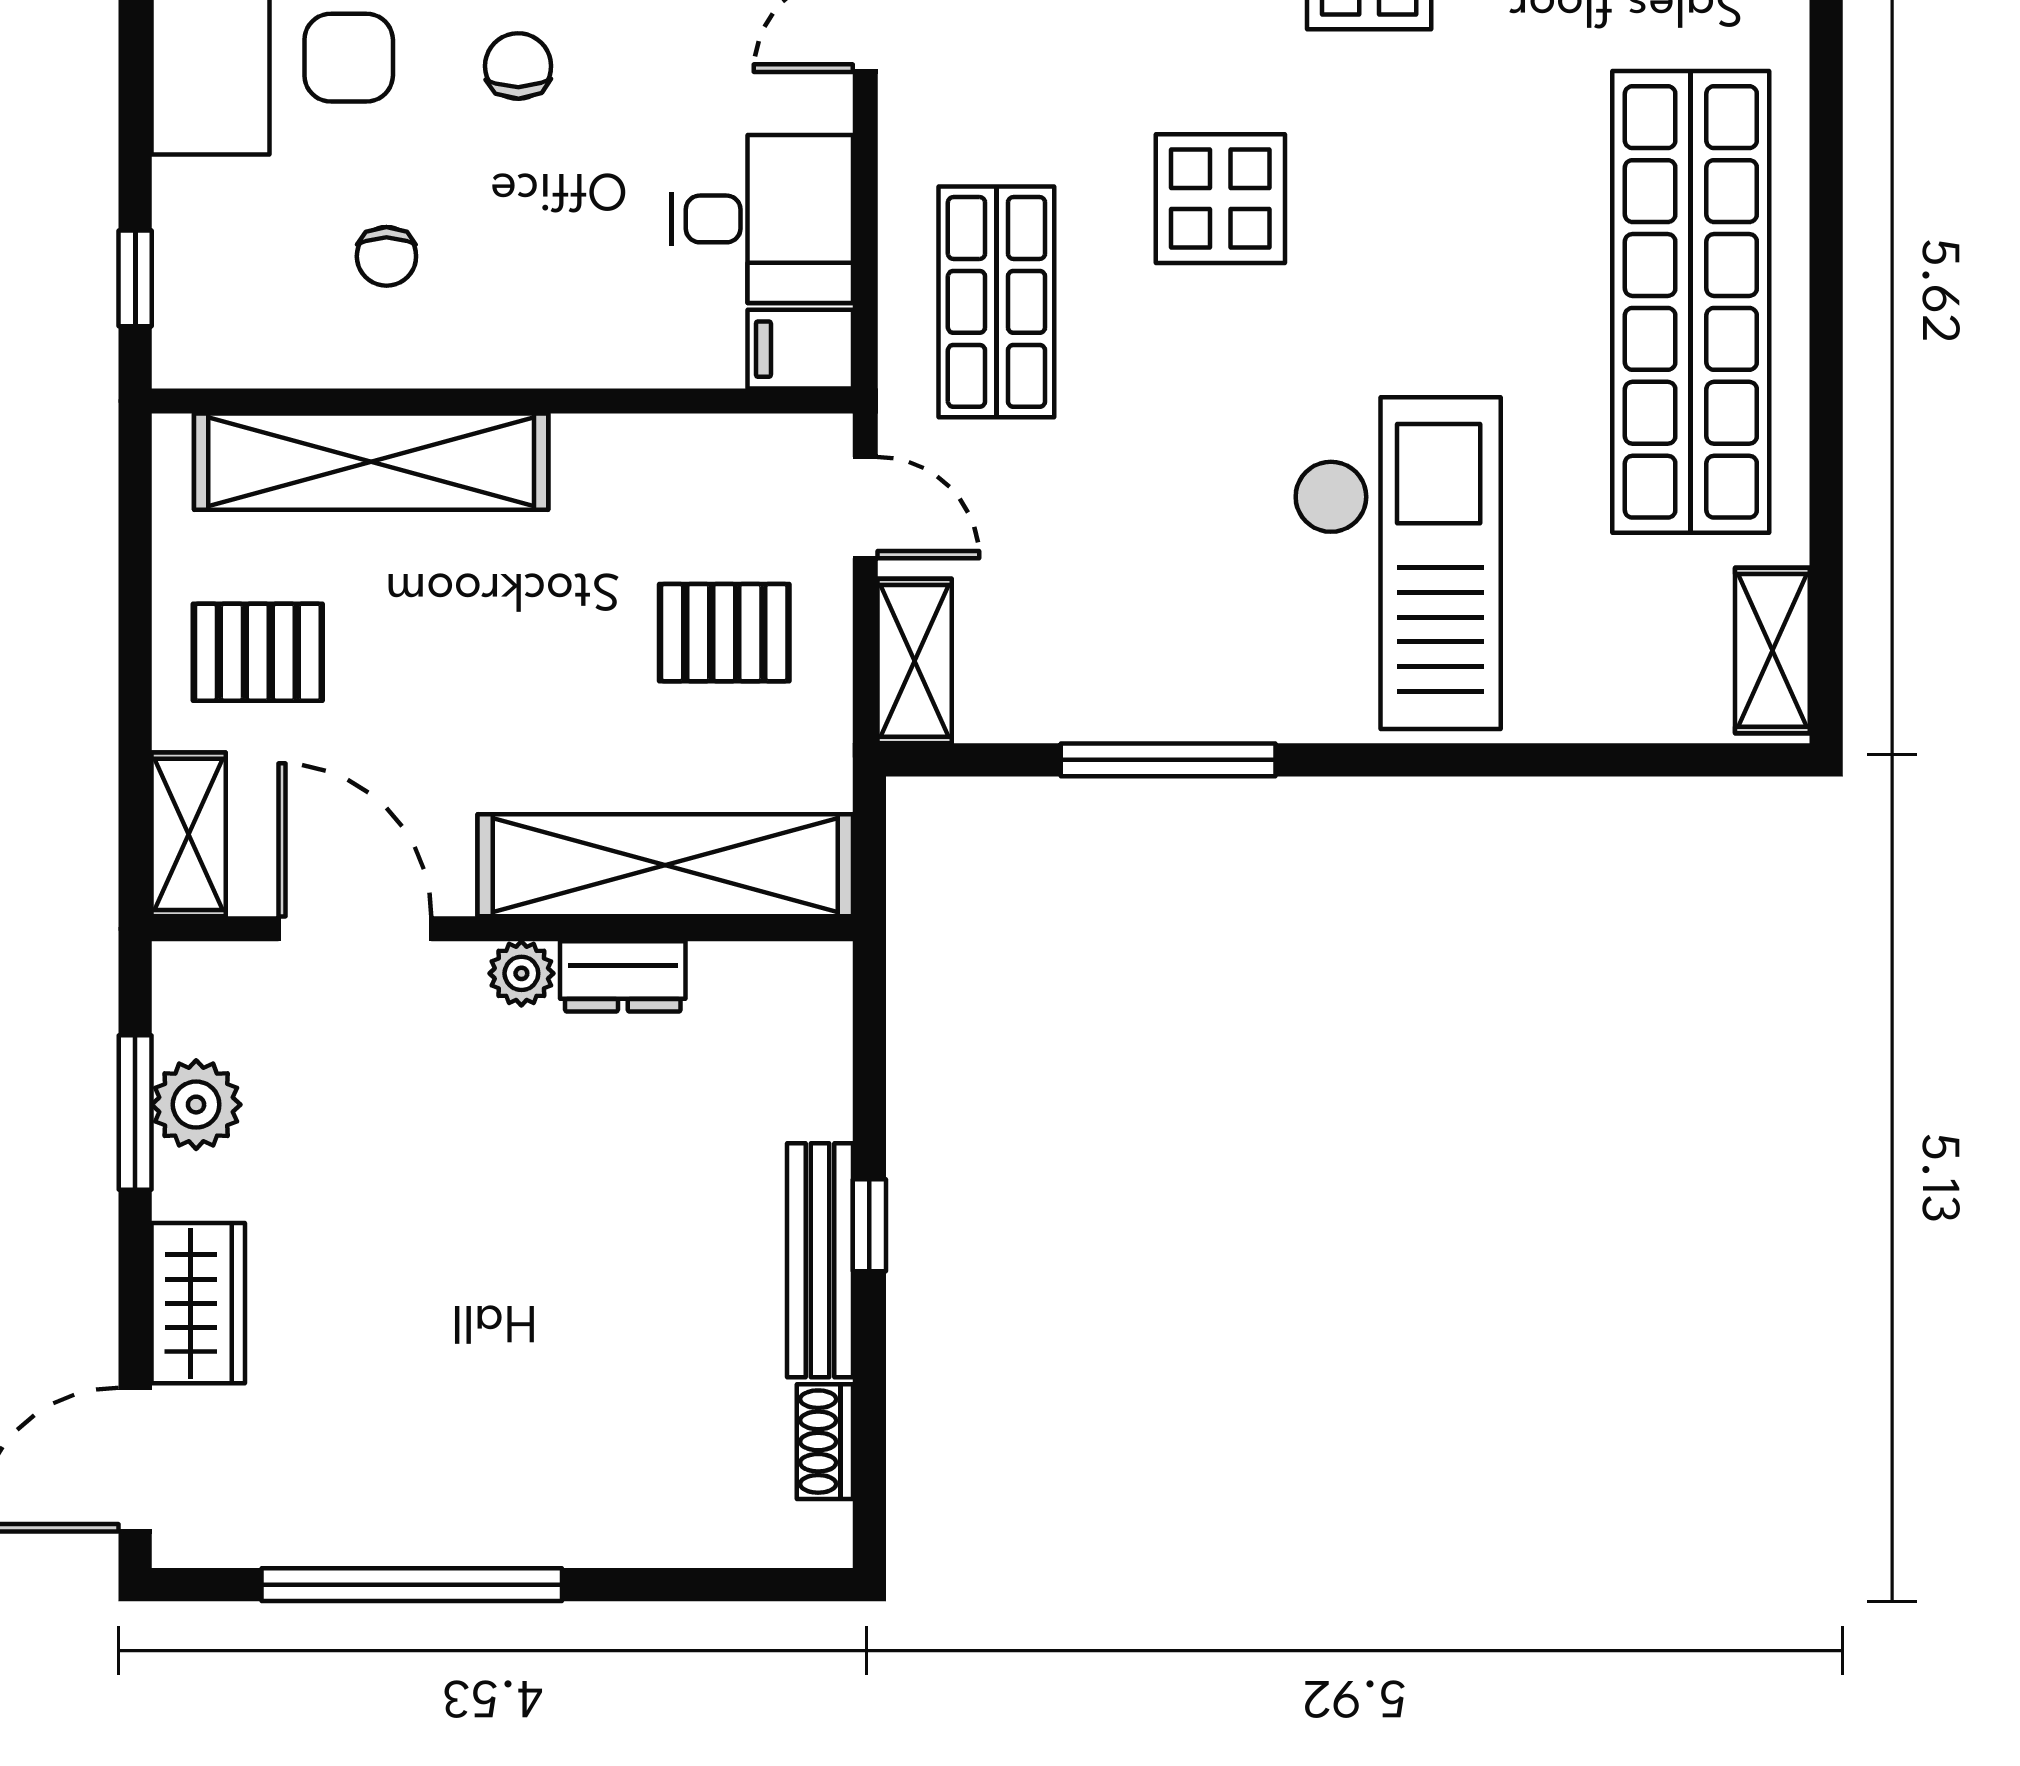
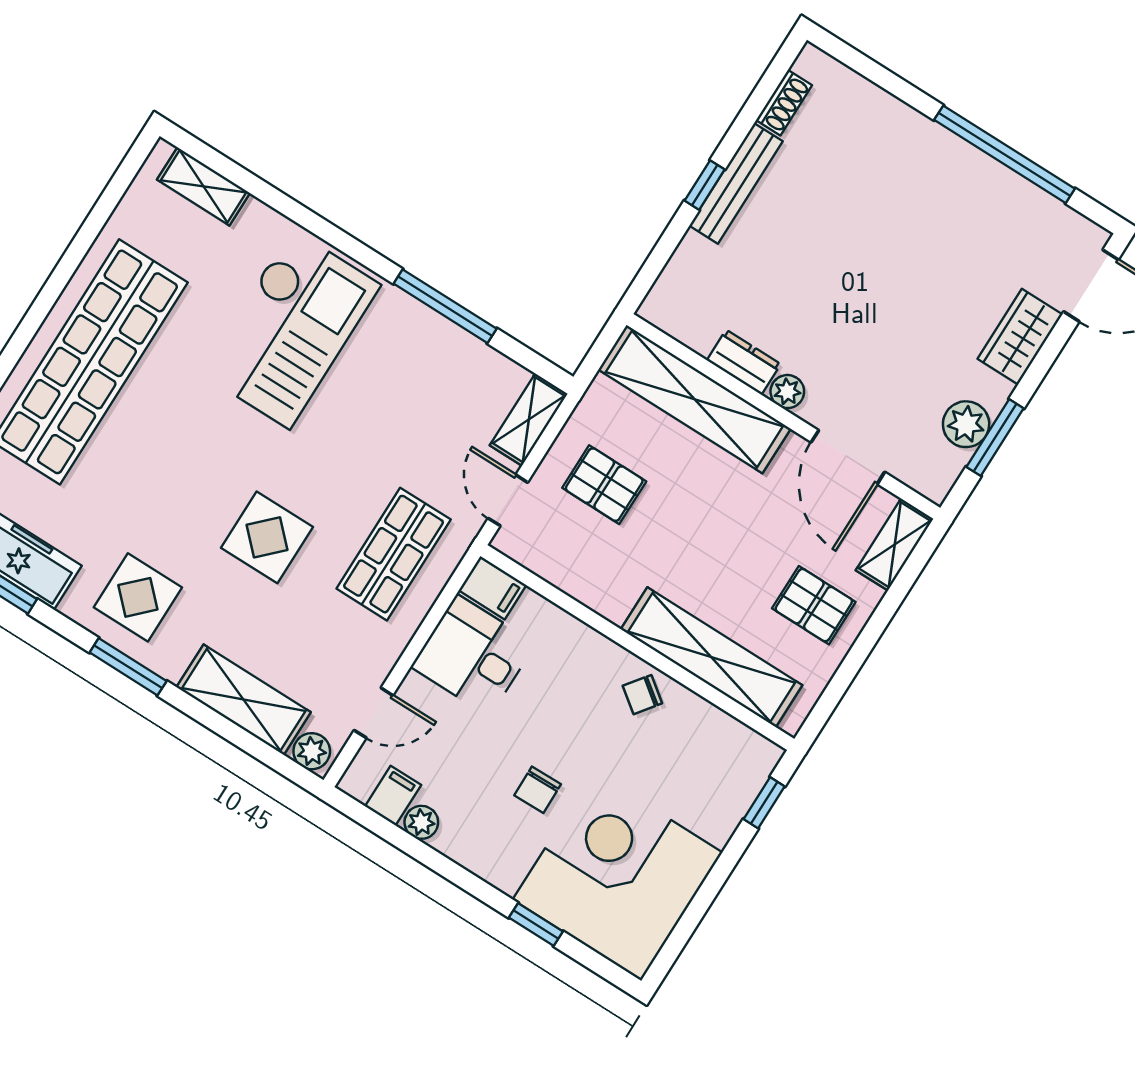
chair: (386, 256) -> (642, 695), moved, turned -143
checkout: (1397, 563) -> (290, 329), turned 180
shelving: (1772, 650) -> (203, 186), moved, turned 90

